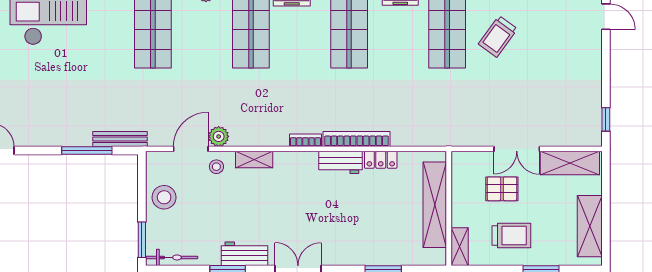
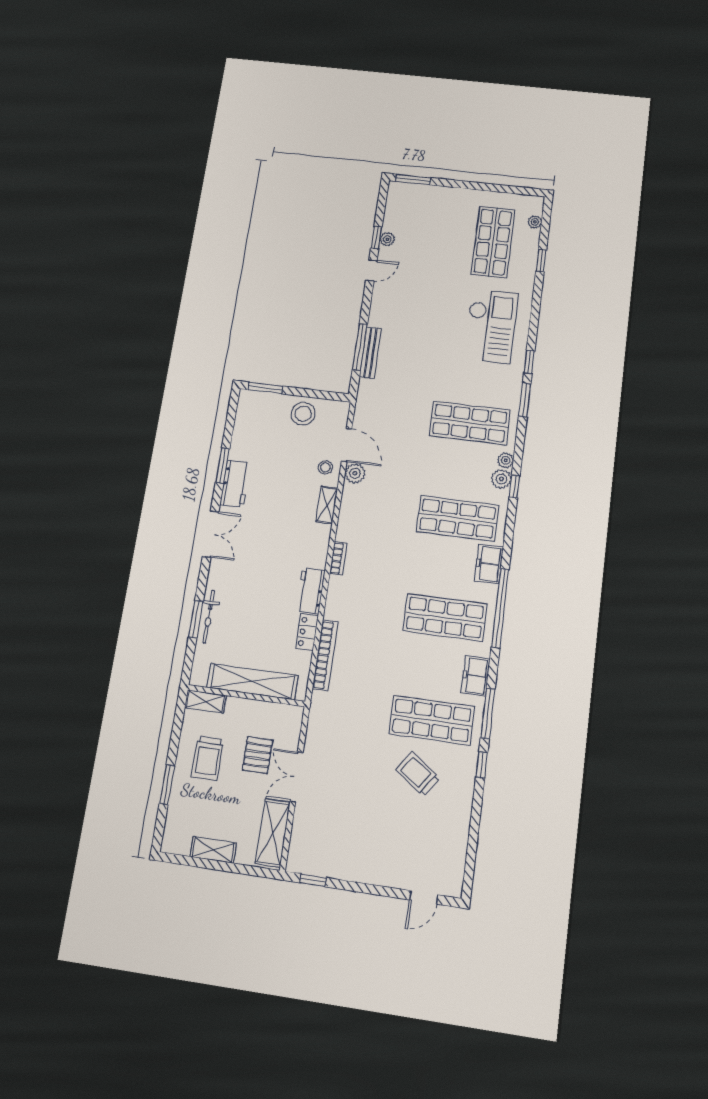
bench: (120, 139) -> (370, 353), moved
bookcase: (356, 139) -> (325, 655), moved
shelving: (590, 226) -> (213, 850), width x0.67, depth x0.75
bicycle: (172, 257) -> (209, 617), moved

